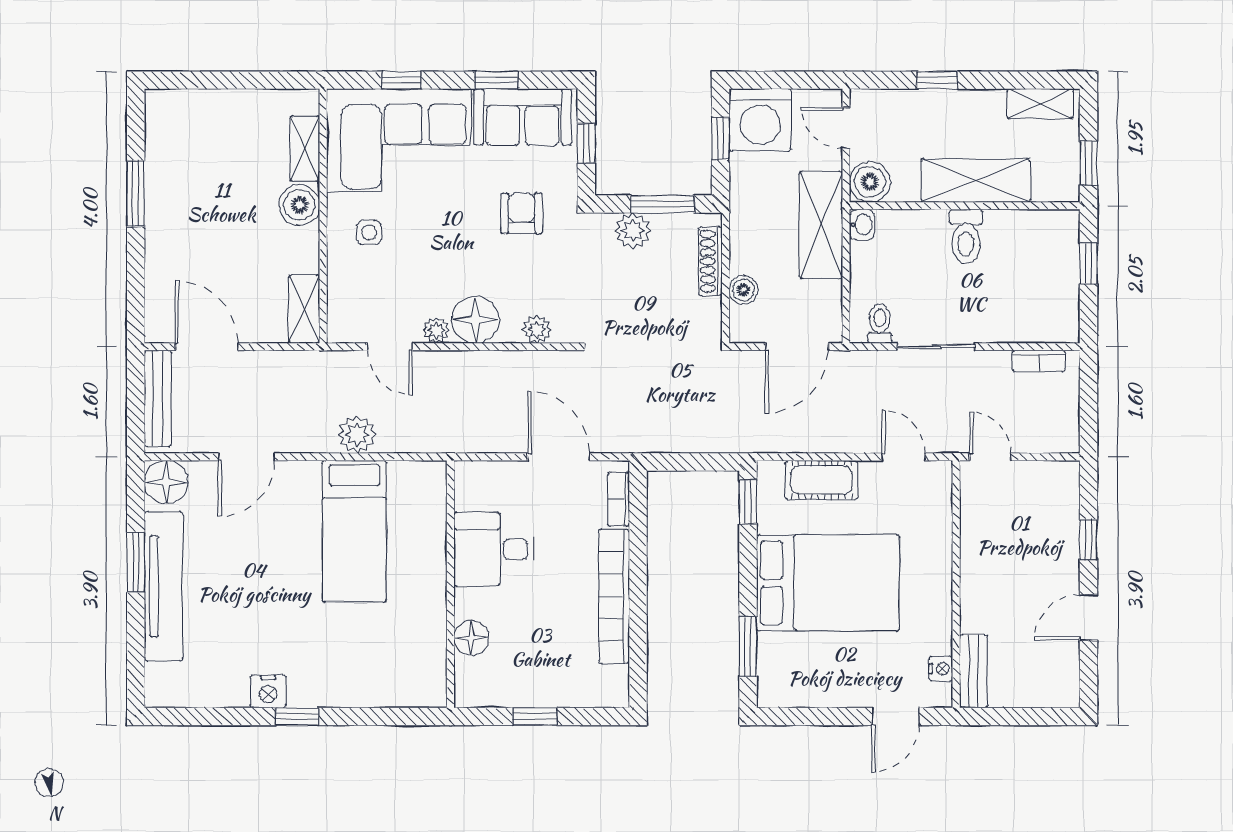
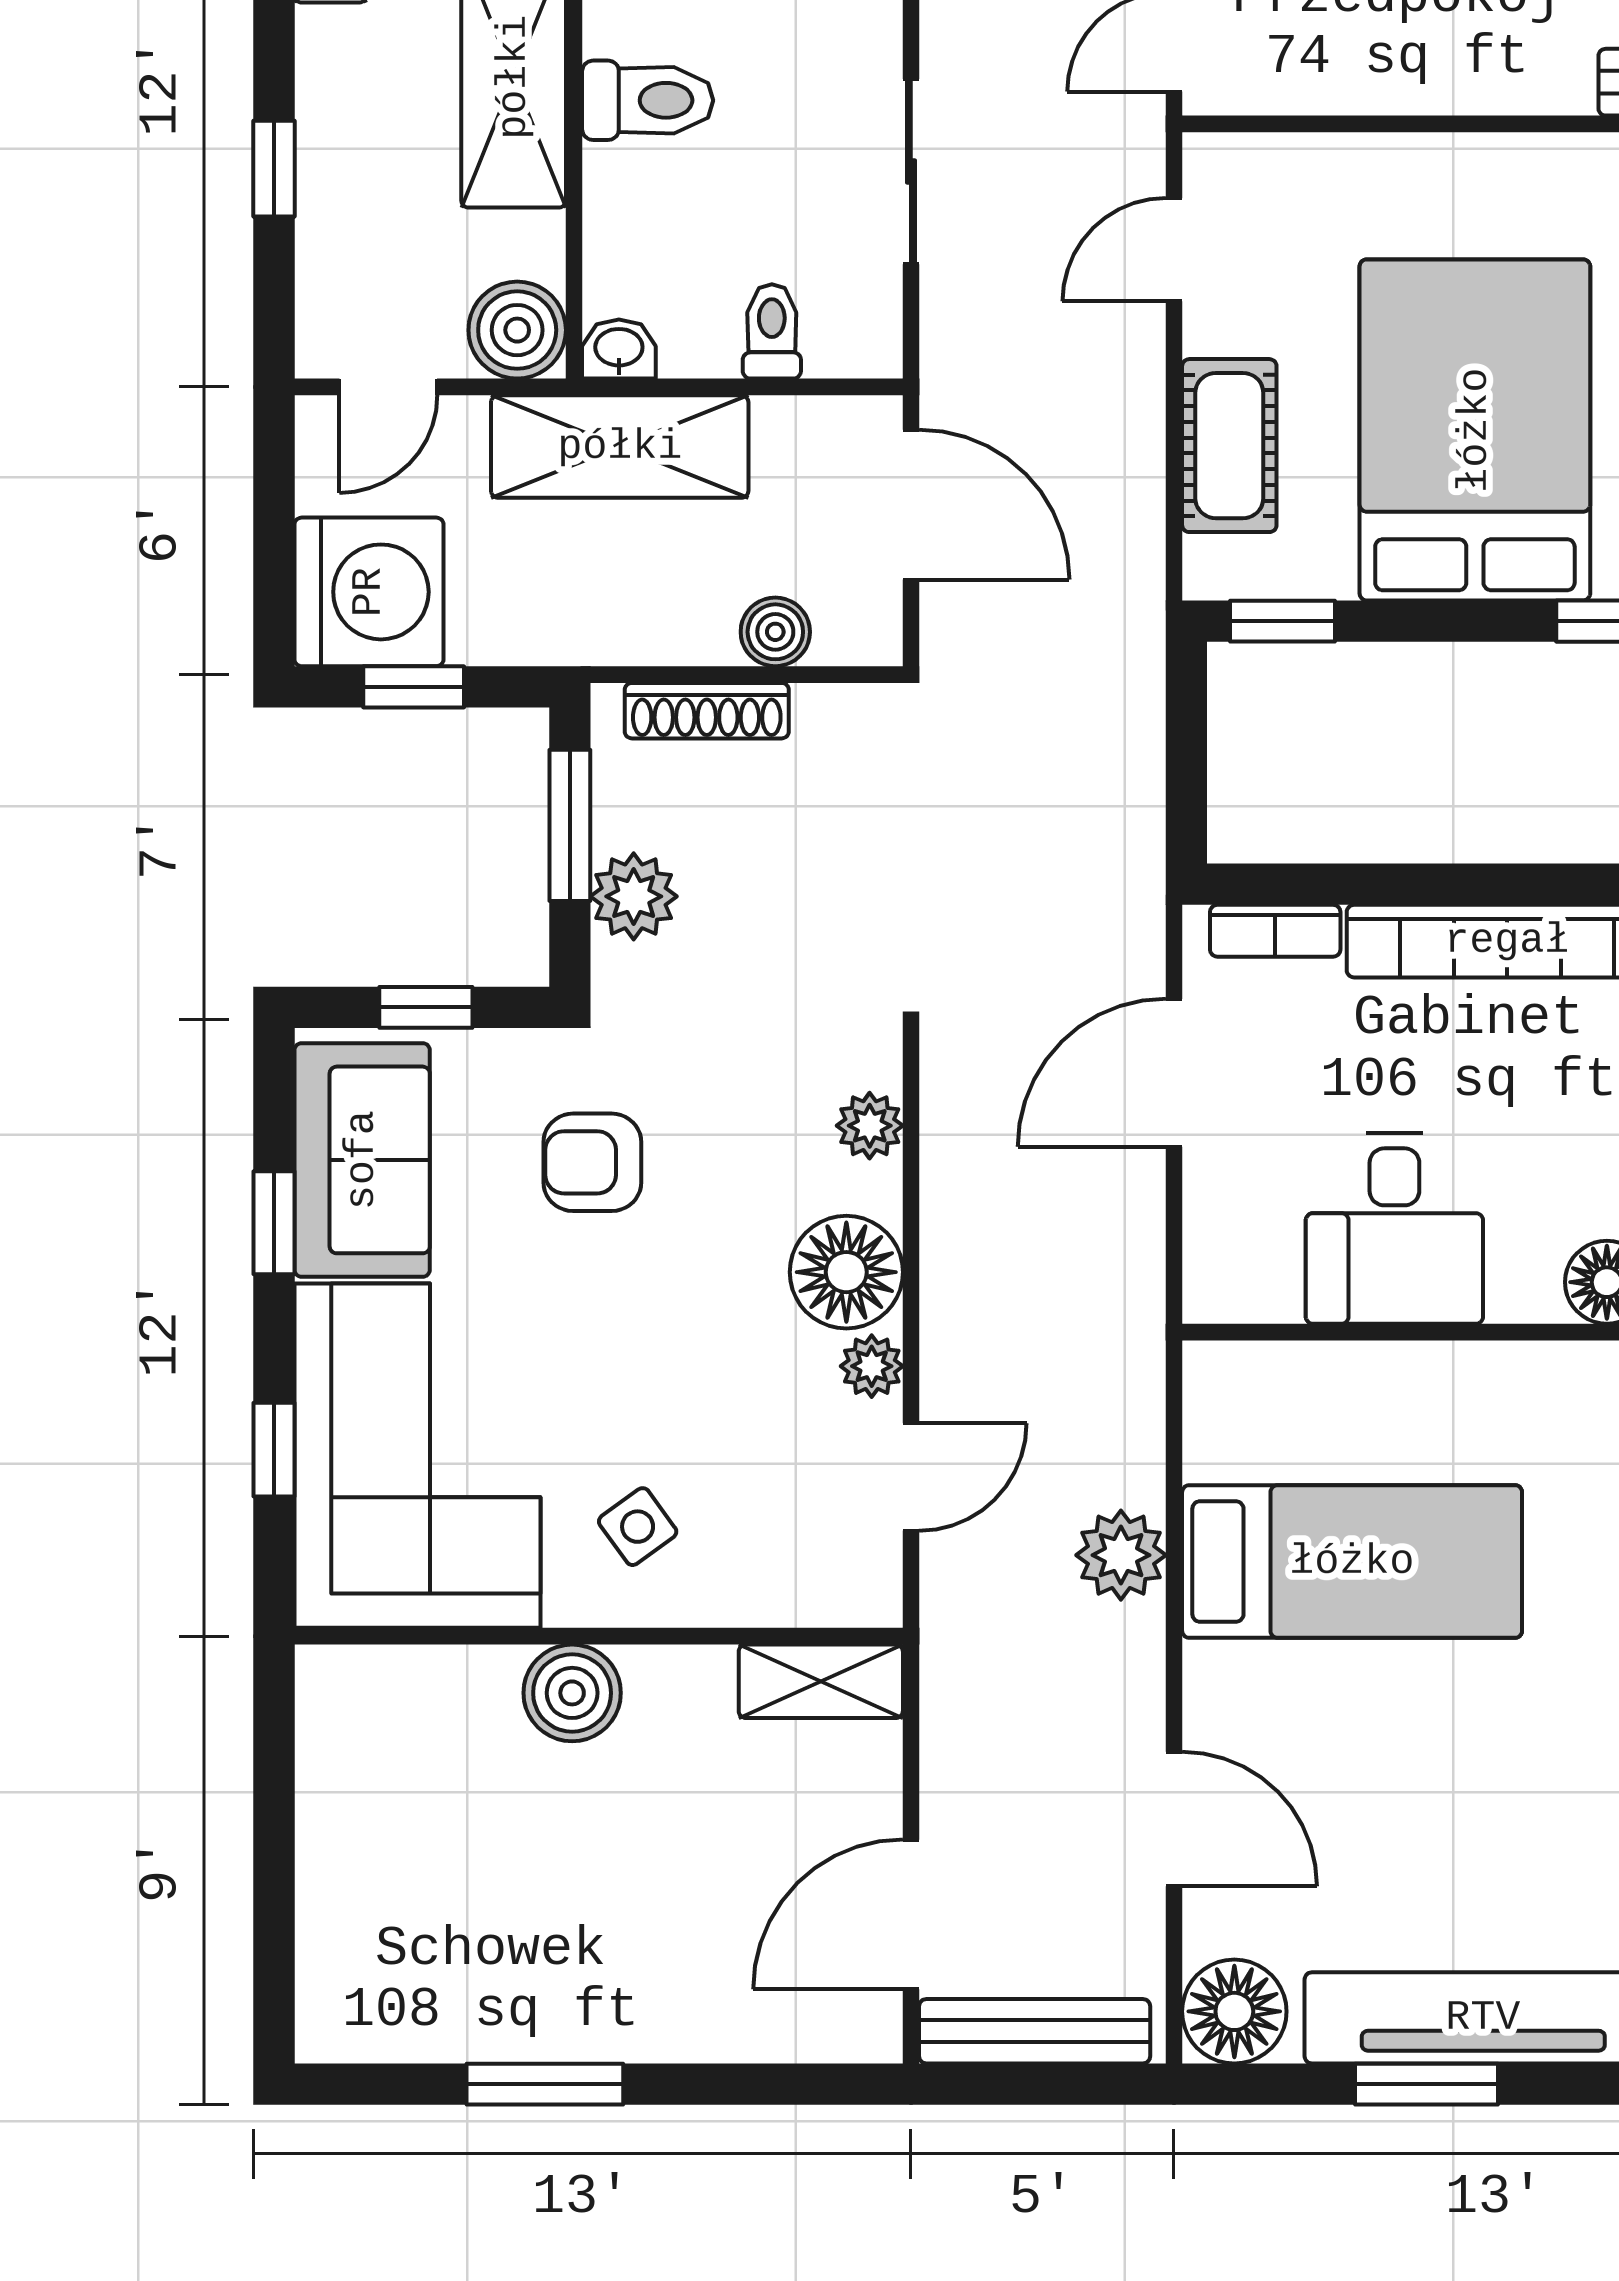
shelving: (305, 149) -> (438, 1680), removed
side table: (369, 232) -> (638, 1527), turned -36
toilet: (880, 324) -> (772, 331), moved, turned 90

